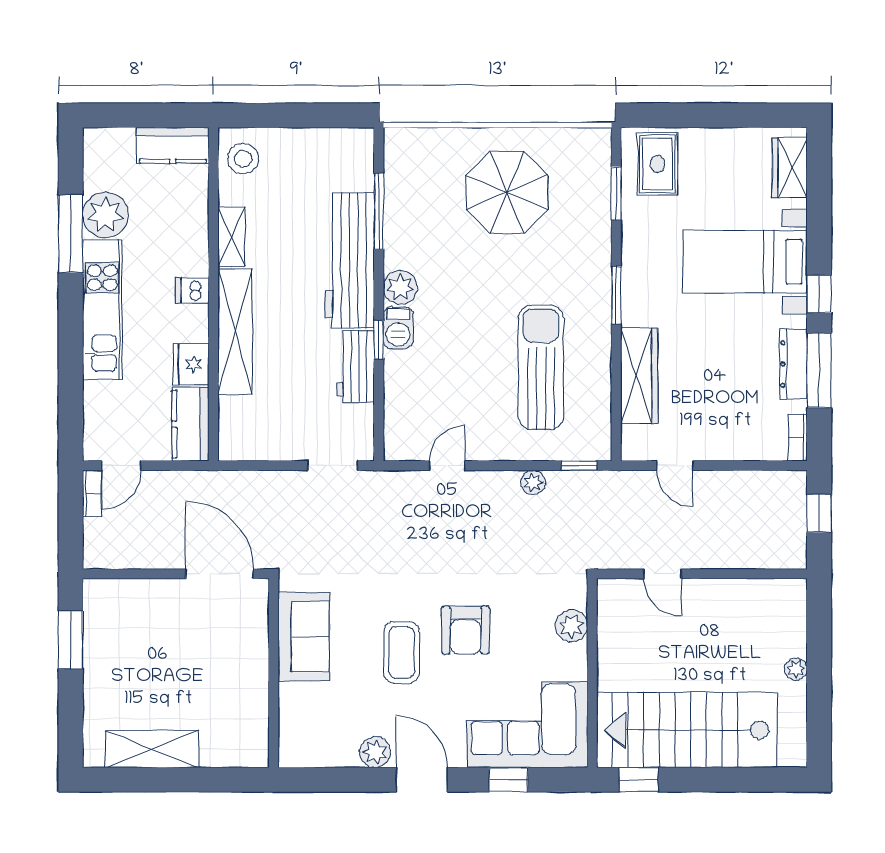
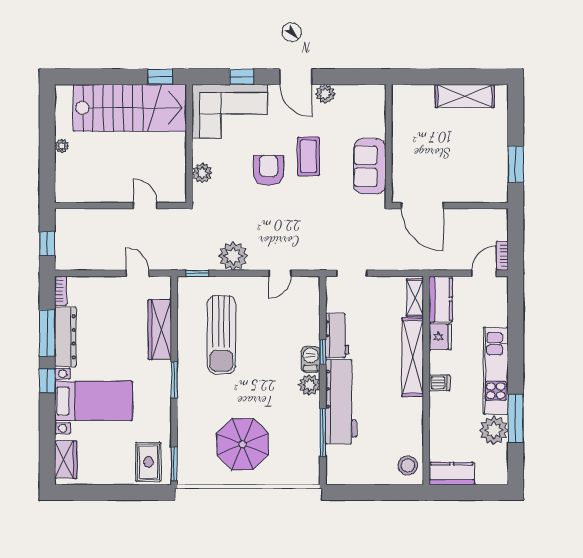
window: (616, 193) -> (174, 464), moved
shelving: (231, 236) -> (415, 298), moved
dresser: (793, 364) -> (65, 337), width x1.37, depth x1.24
plant: (533, 482) -> (233, 256), width x1.88, depth x1.88

